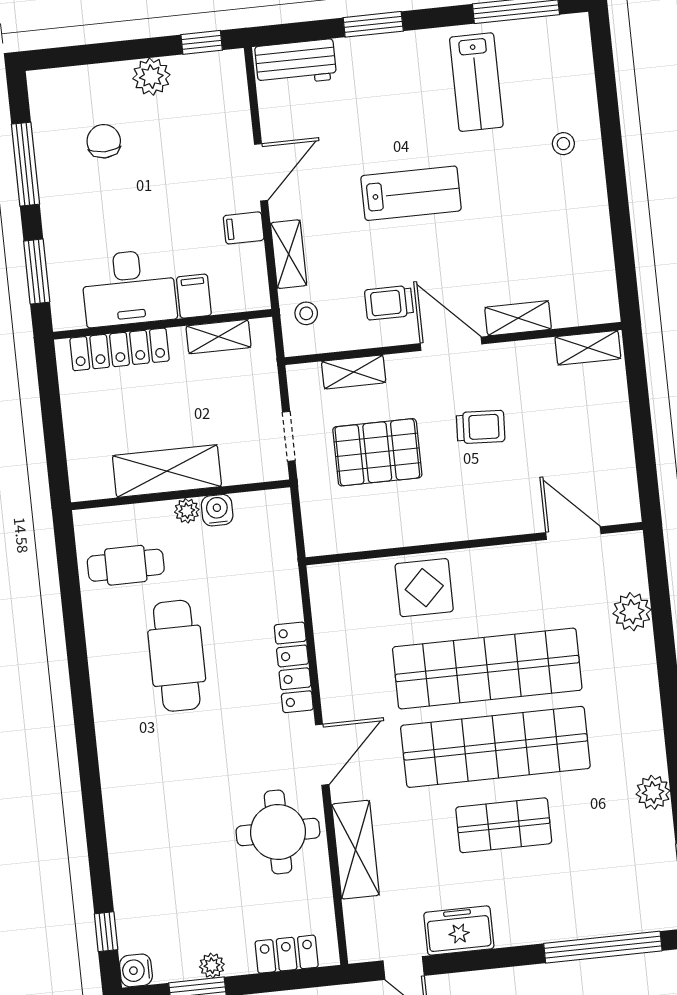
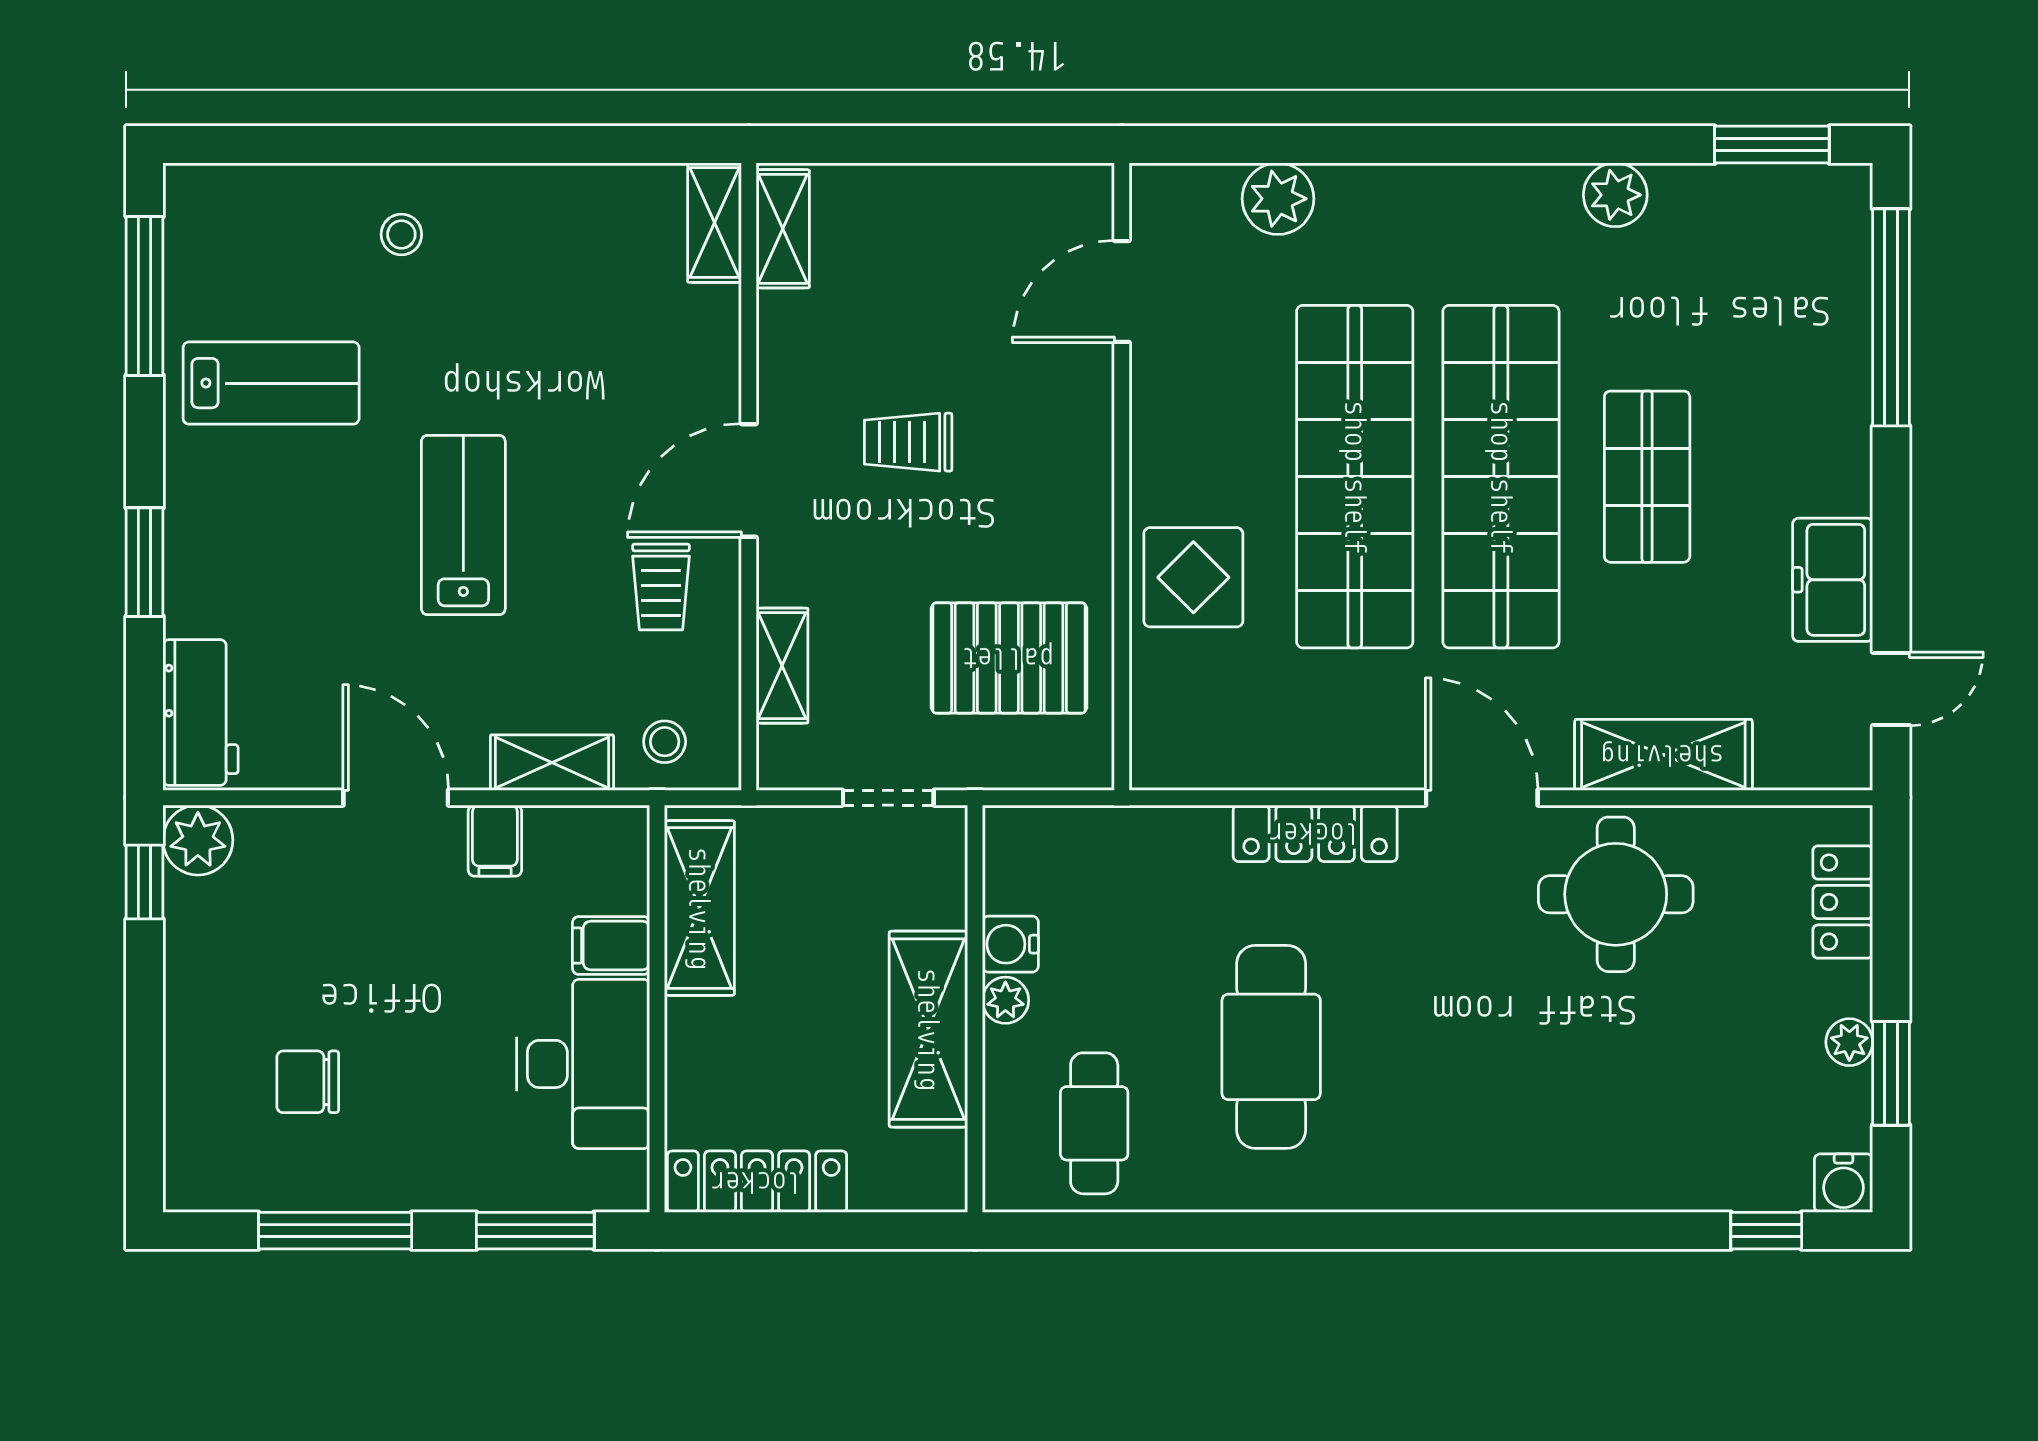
plant: (151, 77) -> (198, 840), moved
shelving: (518, 318) -> (715, 223), moved
shelving: (218, 337) -> (699, 908), width x1.50, depth x1.33
locker: (120, 349) -> (757, 1182), moved, turned -90
trolley: (481, 427) -> (908, 442), turned -93
pallet: (377, 452) -> (1009, 658), moved, turned 90
cafe table: (177, 656) -> (1271, 1047), turned 90

